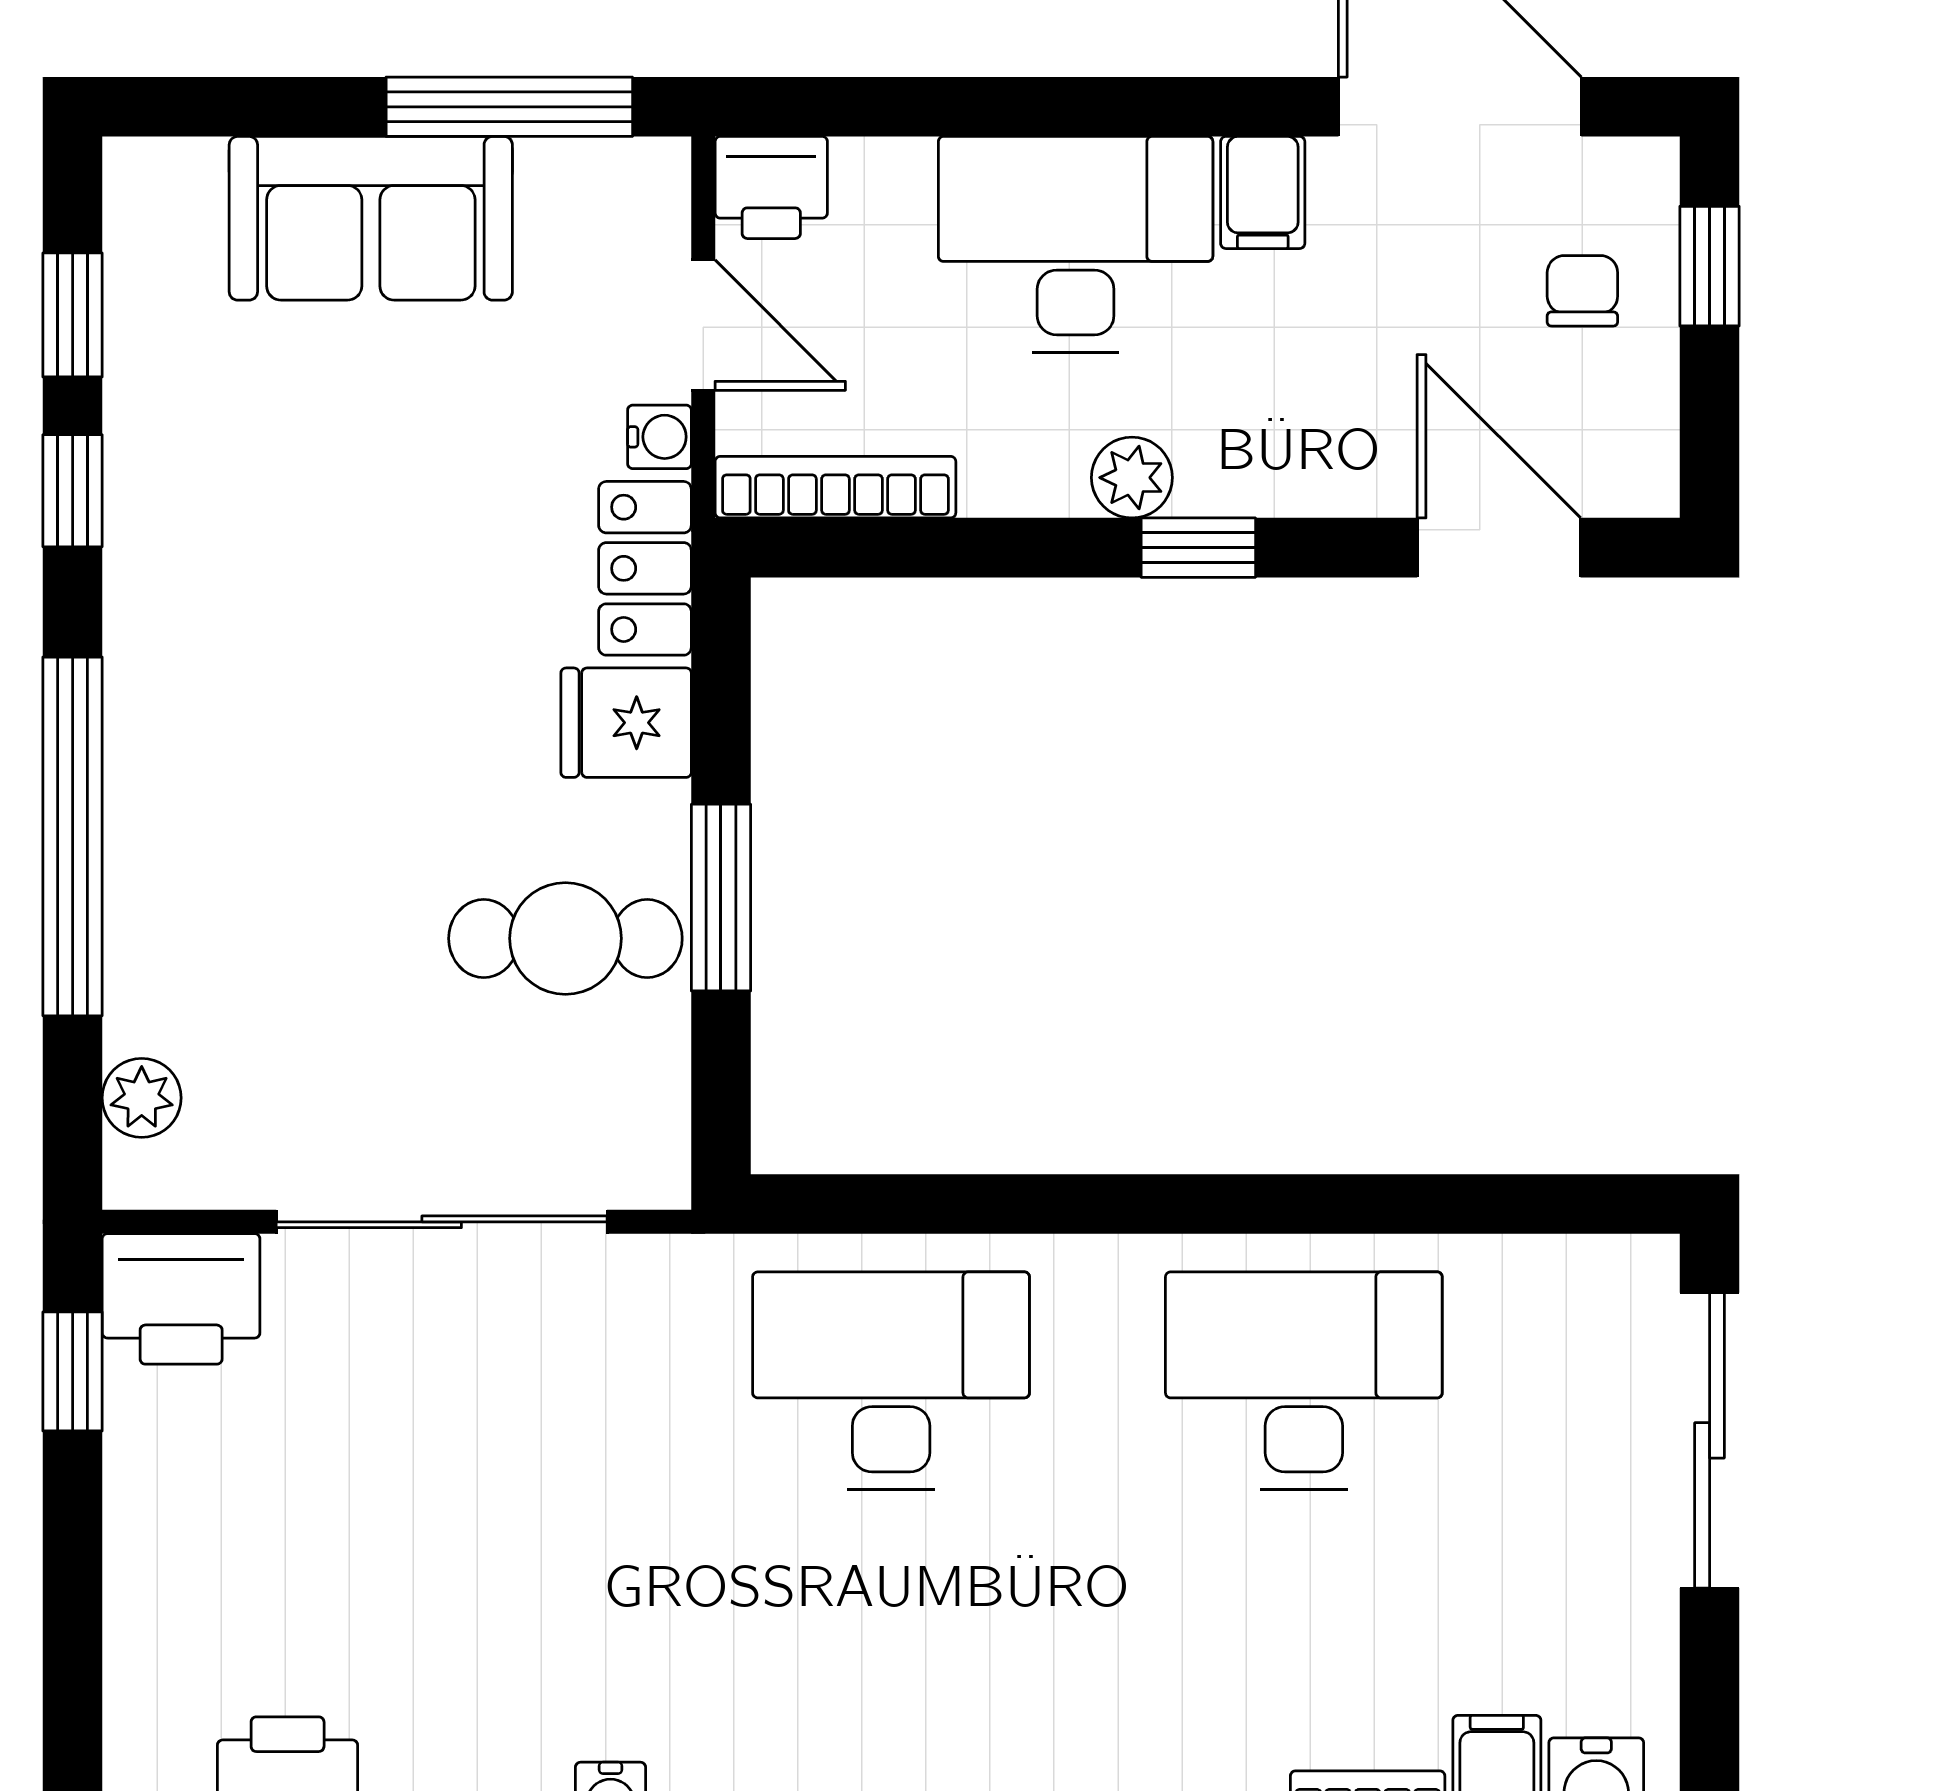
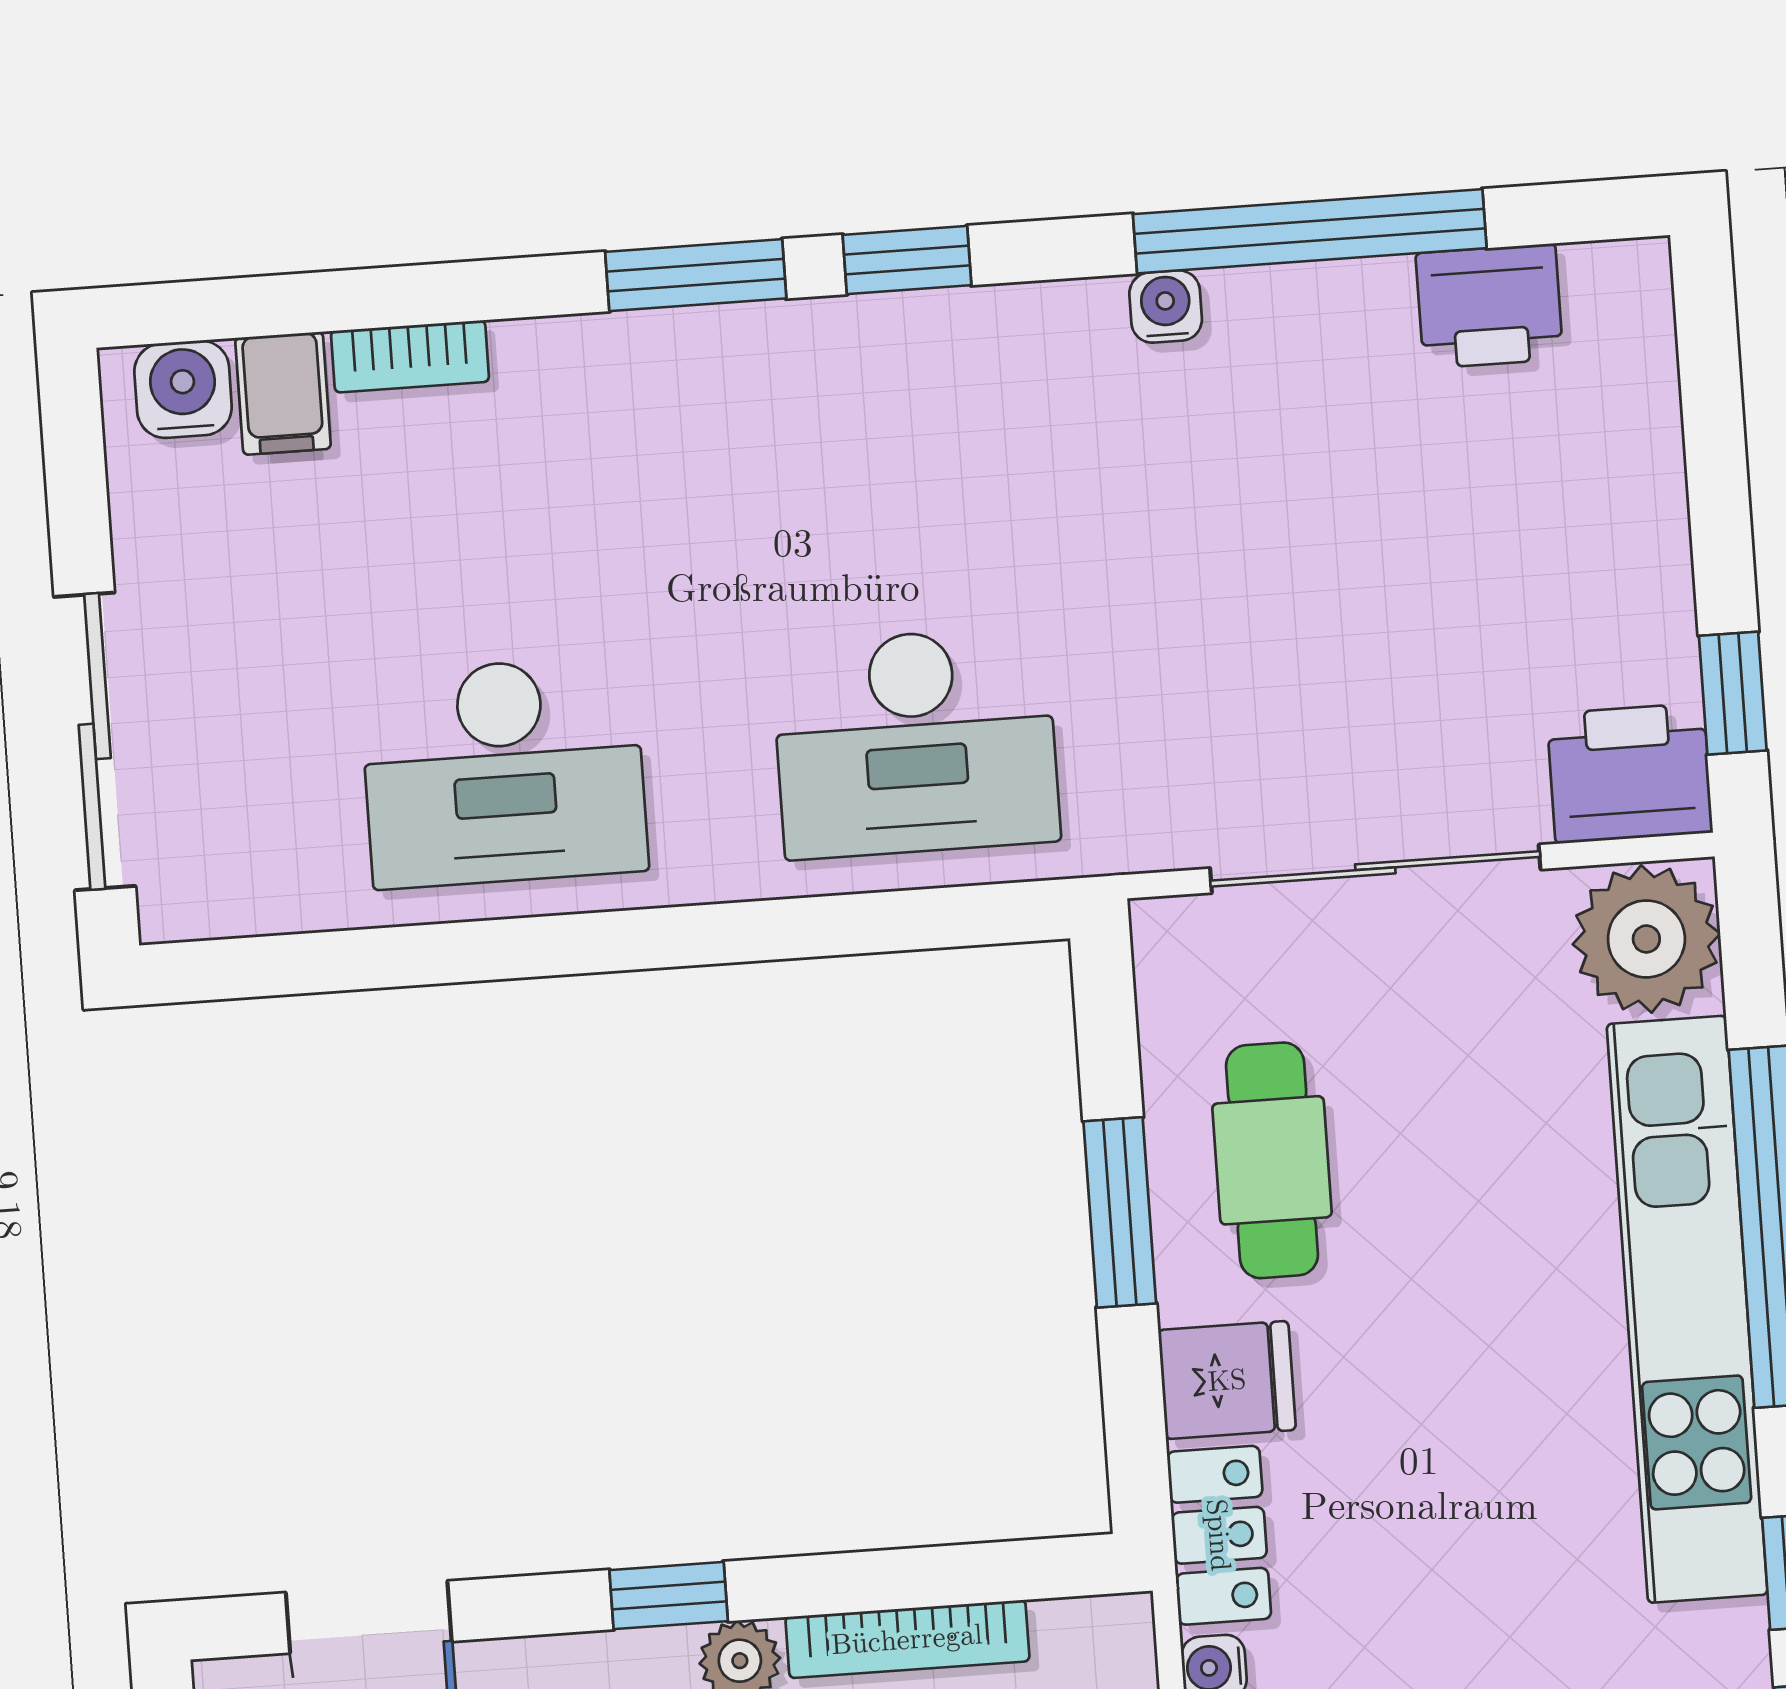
bookcase: (835, 487) -> (907, 1639), moved
kitchen unit: (162, 760) -> (1687, 1309), added
cafe table: (565, 938) -> (1272, 1160), turned 90
plant: (142, 1098) -> (1646, 939), width x1.88, depth x1.88

